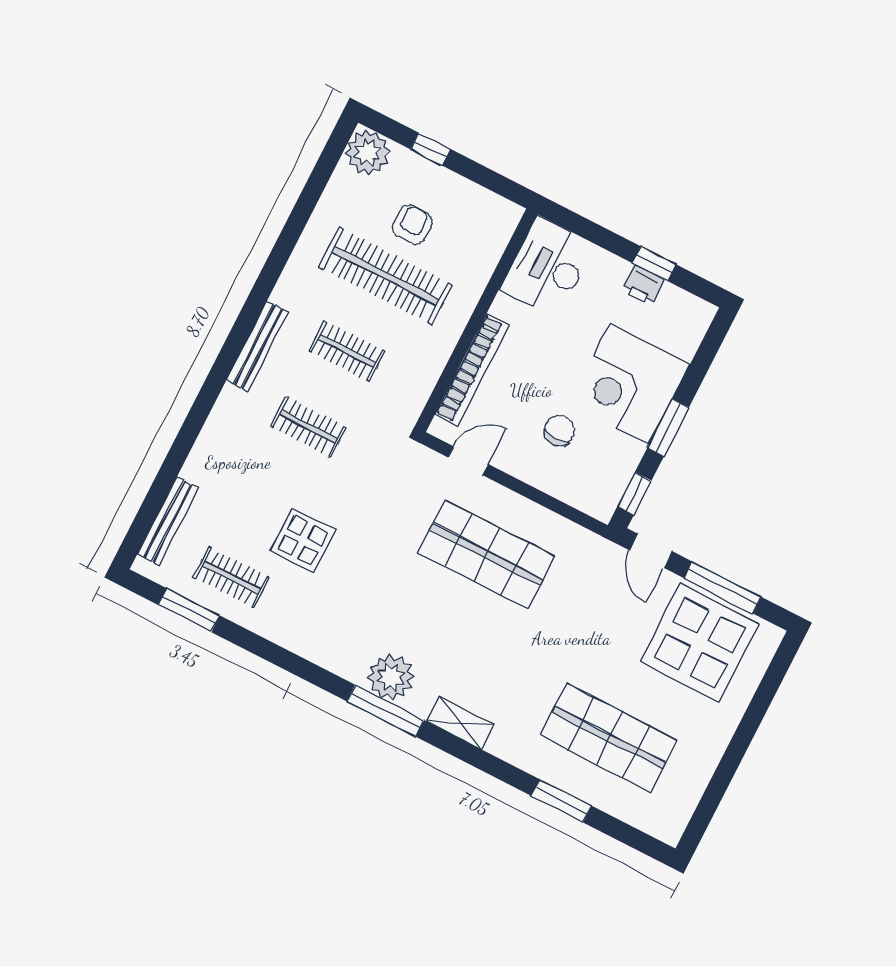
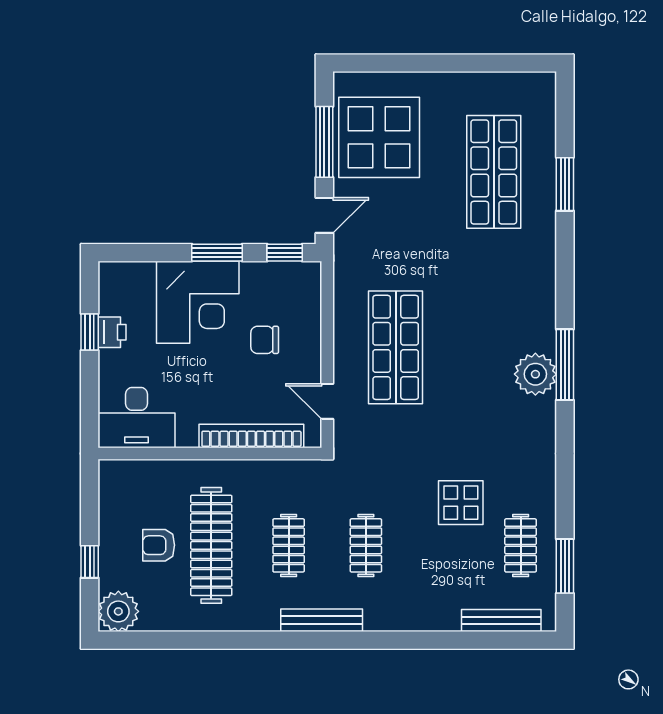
shelving: (460, 723) -> (544, 299), removed

